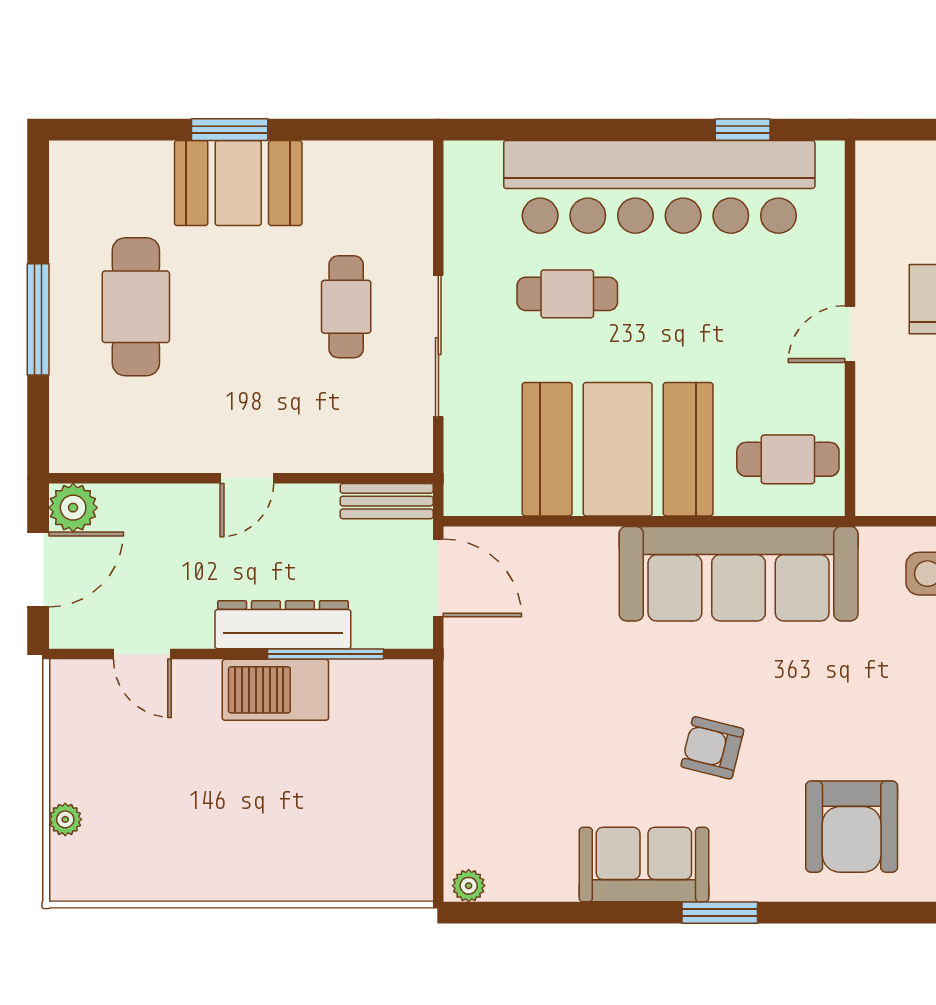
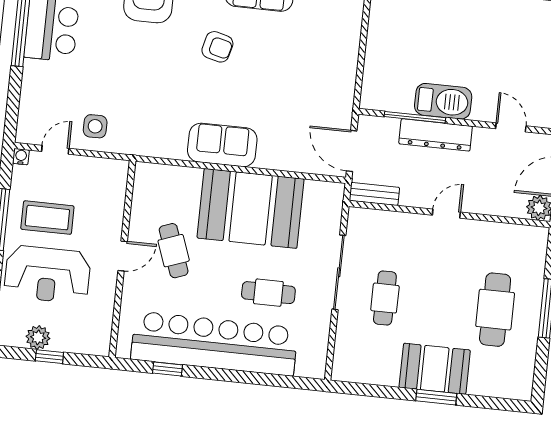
cafe table: (788, 459) -> (174, 251), moved, turned 70
sofa: (739, 574) -> (222, 145), width x0.54, depth x0.79

